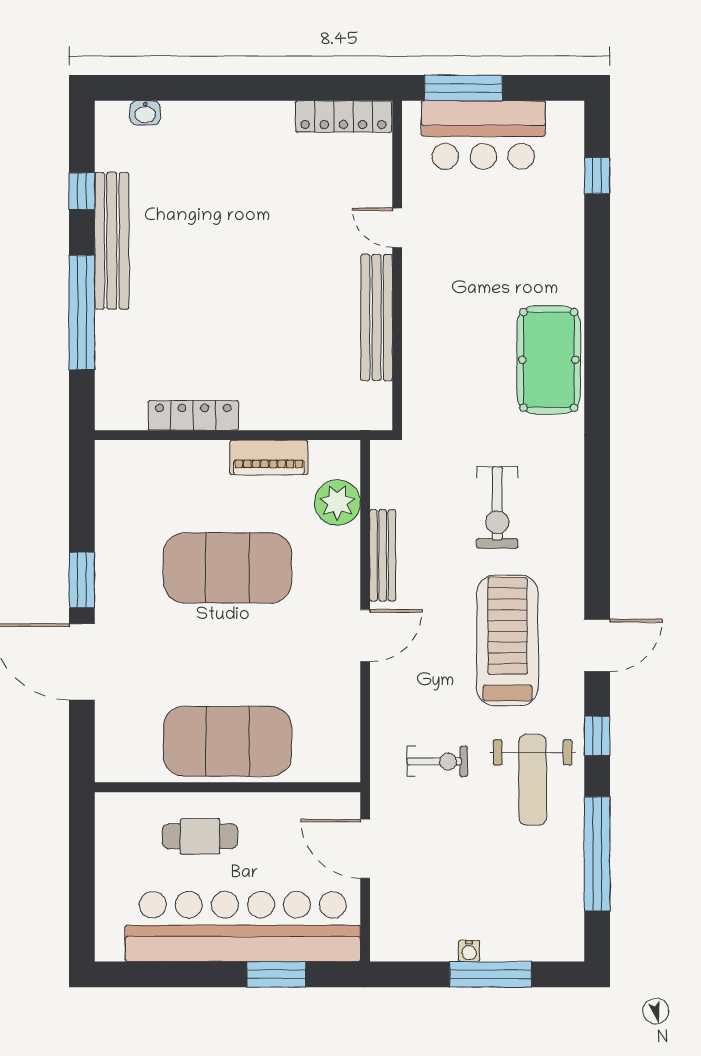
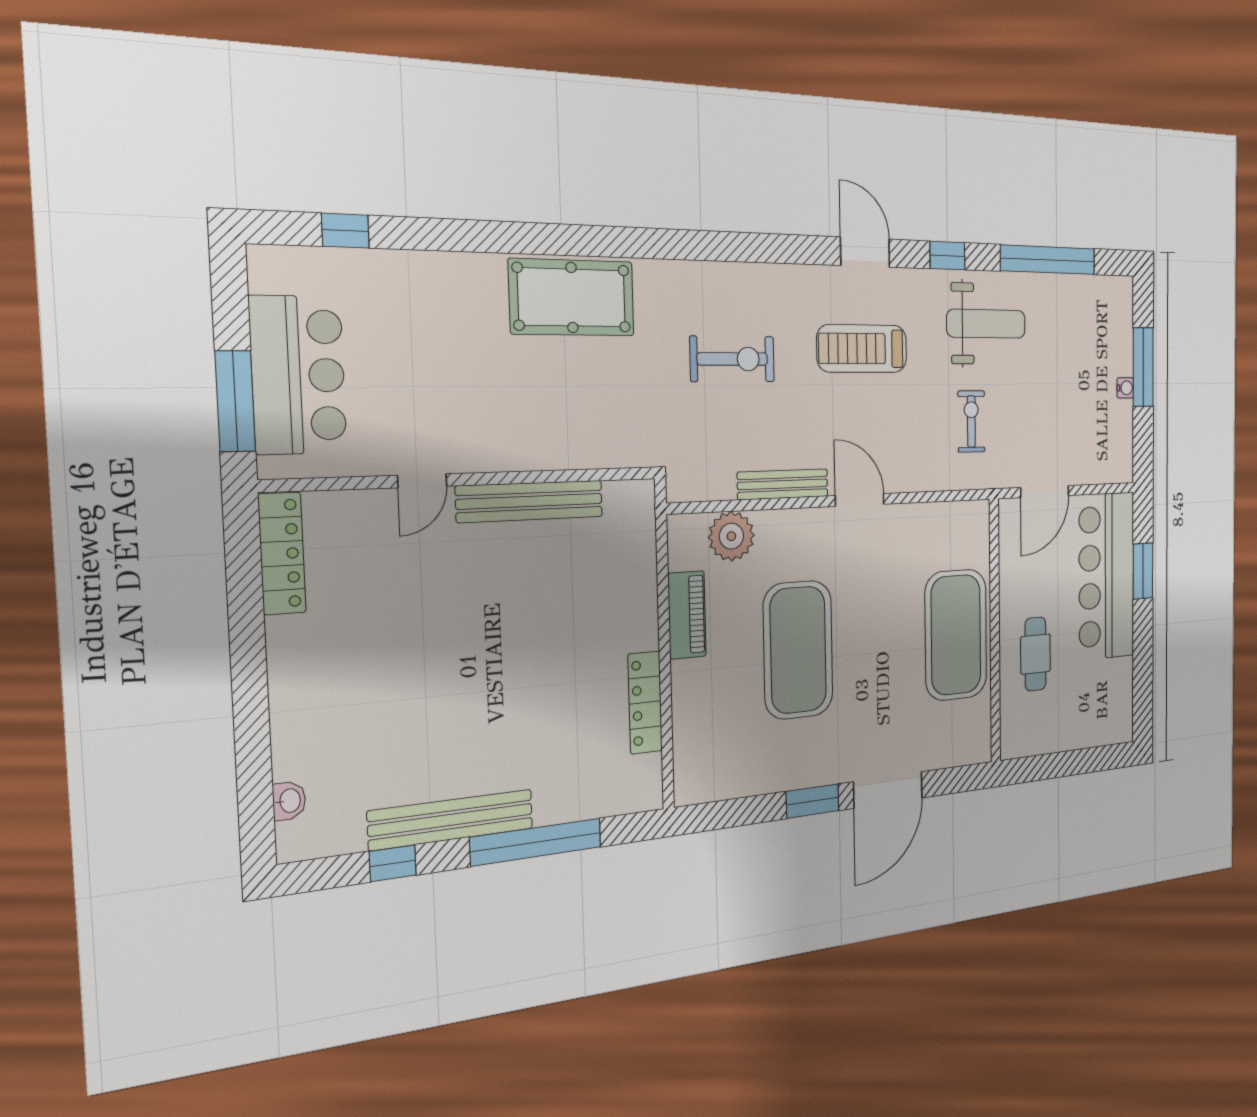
treadmill: (507, 640) -> (862, 349), width x0.73, depth x0.73
bar counter: (243, 927) -> (1107, 576), width x0.73

